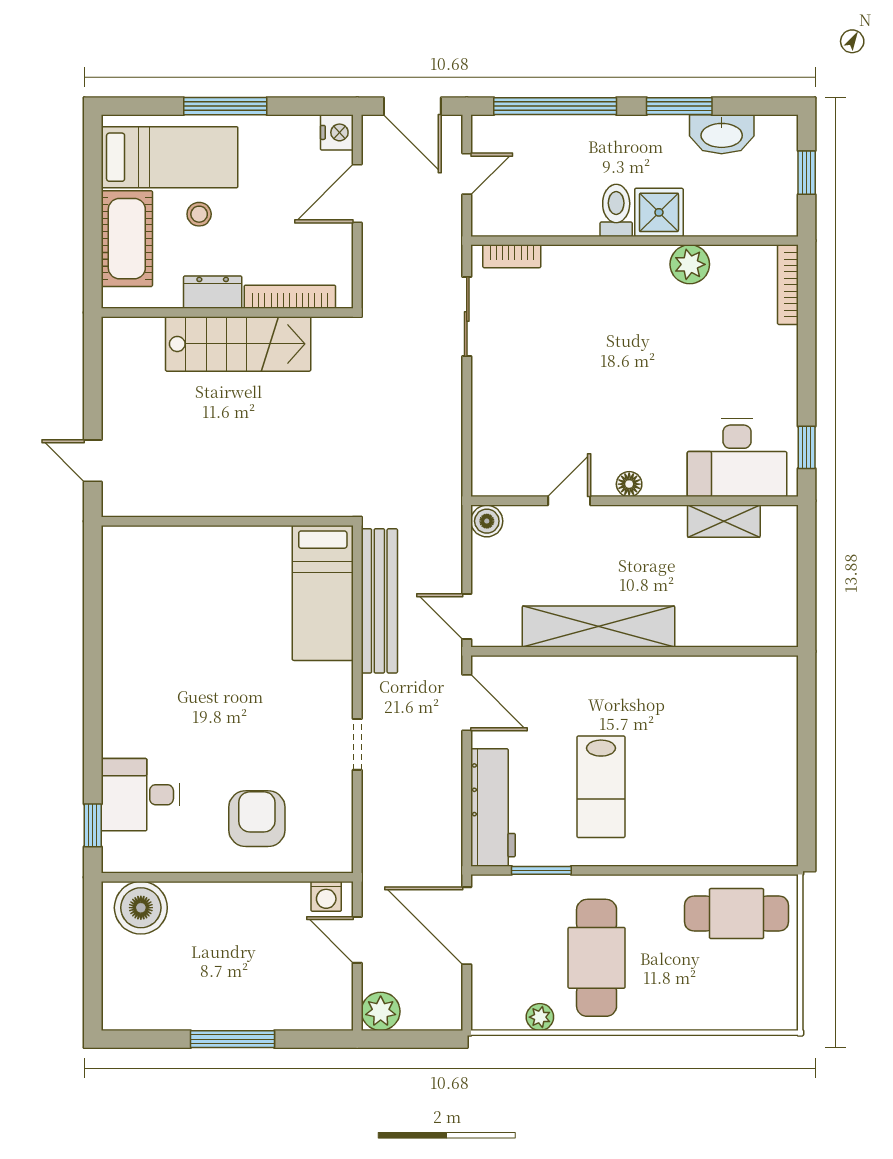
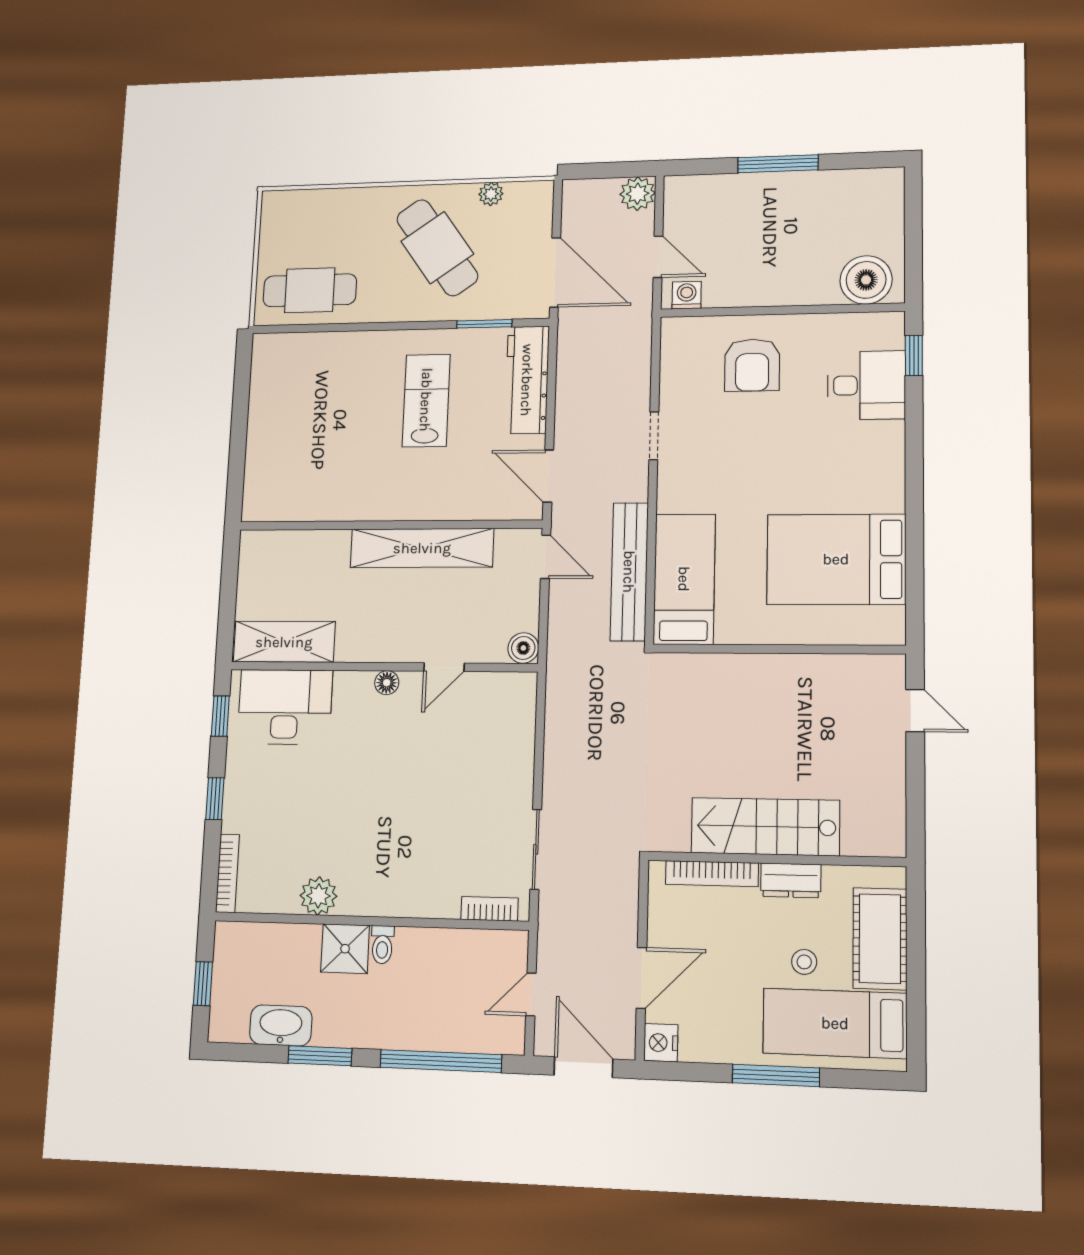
toilet: (616, 210) -> (382, 945), width x0.73, depth x0.72
window: (807, 361) -> (215, 799), added
shelving: (724, 521) -> (284, 642), width x1.50, depth x1.33
bed: (170, 613) -> (836, 559), added
cafe table: (597, 958) -> (437, 248), turned -35

